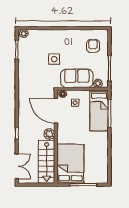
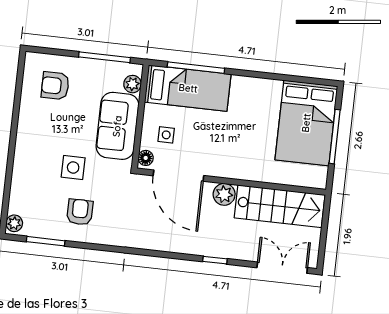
armchair: (33, 65) -> (80, 212), added
door: (56, 111) -> (178, 176), hinge flipped
bed: (70, 164) -> (306, 123), moved, turned -90

